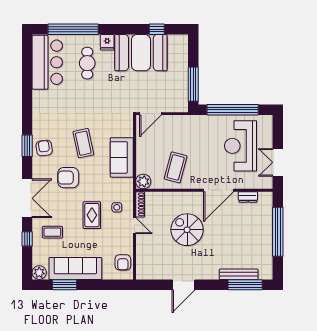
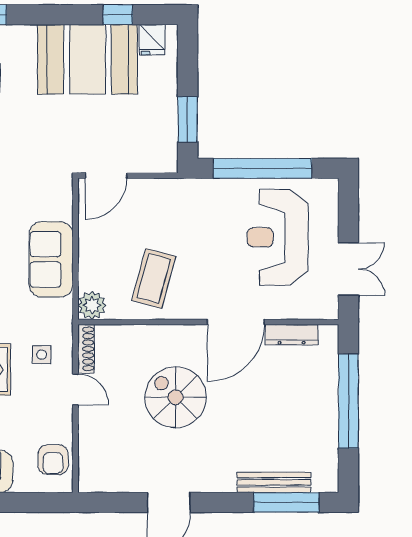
fridge: (107, 42) -> (152, 40), moved
window: (193, 84) -> (188, 119), width x0.69
double door: (278, 162) -> (348, 269), swing flipped
dresser: (248, 197) -> (292, 335), width x1.44

